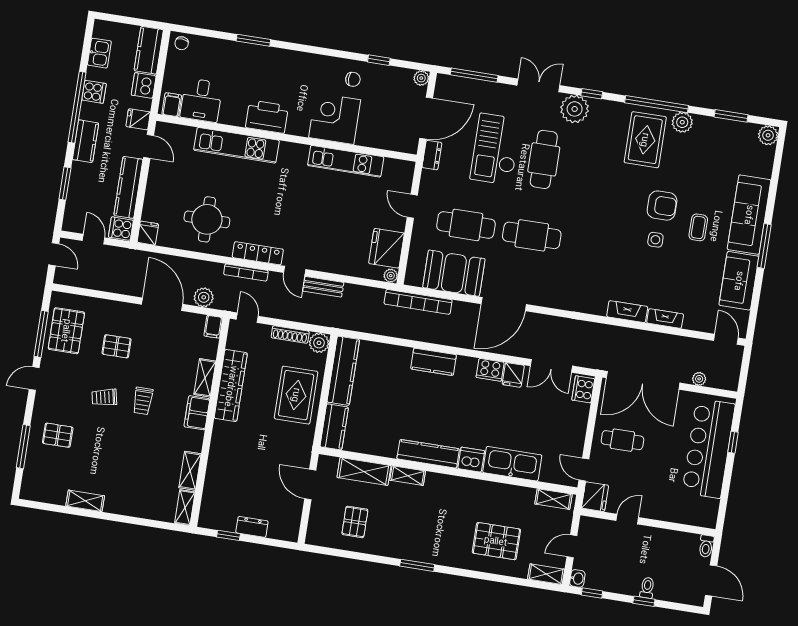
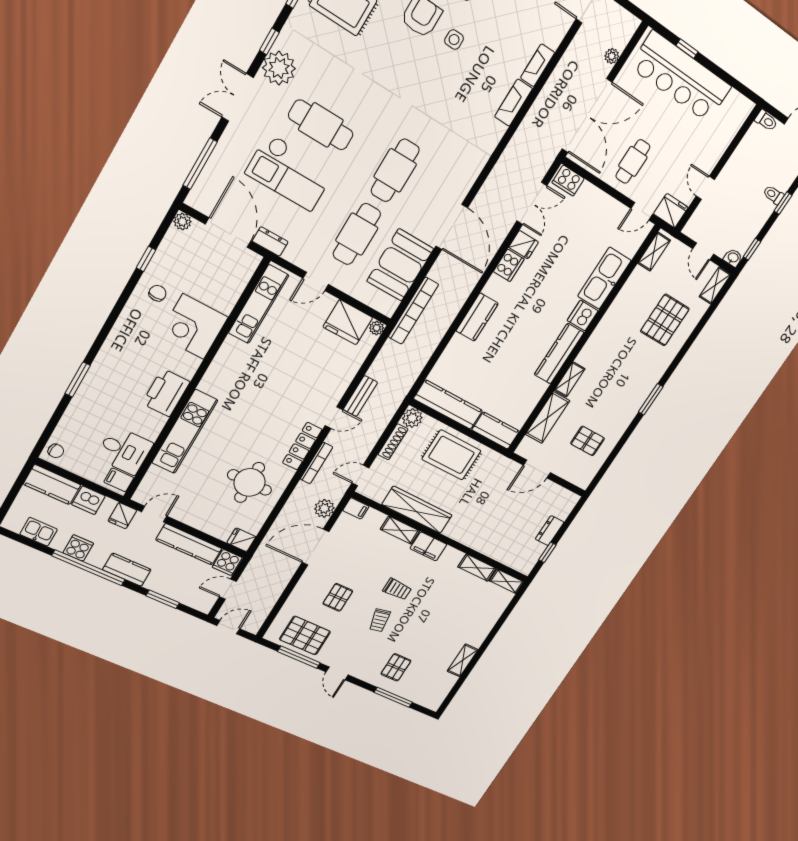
kitchen unit: (346, 161) -> (259, 304), moved

